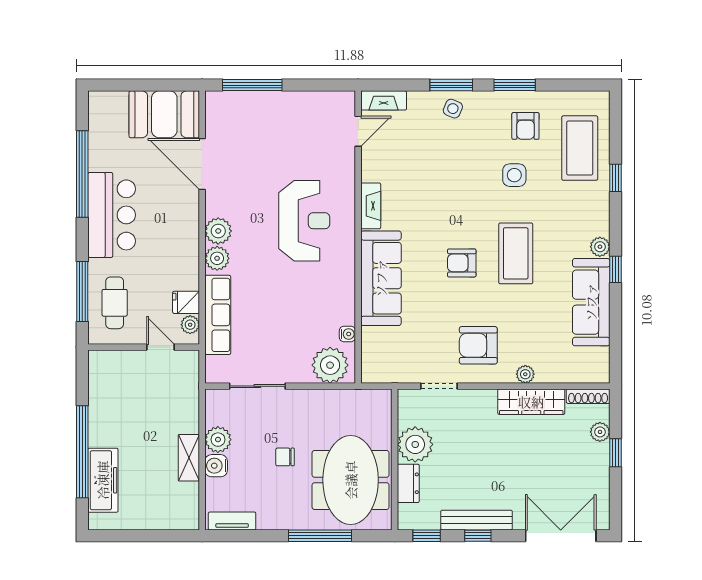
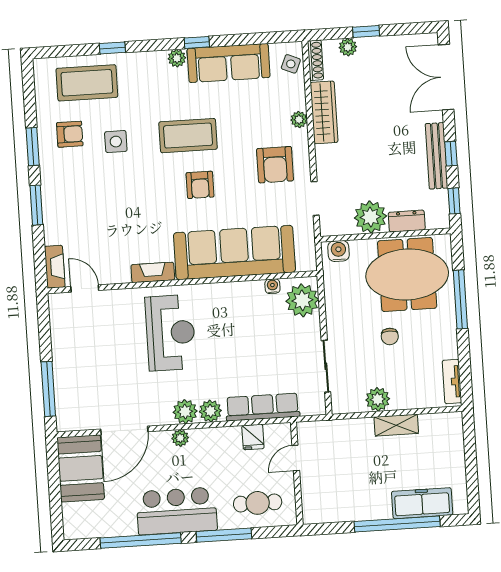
side table: (453, 109) -> (291, 64), moved
reception desk: (304, 221) -> (170, 333), turned 90
sofa: (381, 278) -> (234, 252), width x1.36, depth x1.27
window: (82, 291) -> (224, 535), moved
plant: (190, 325) -> (180, 438), moved
water cooler: (216, 466) -> (339, 251), moved, turned 180

